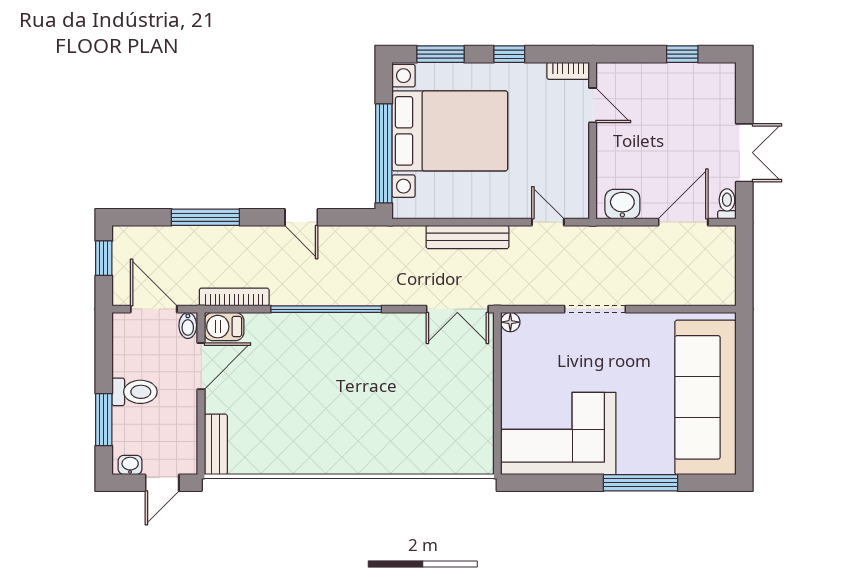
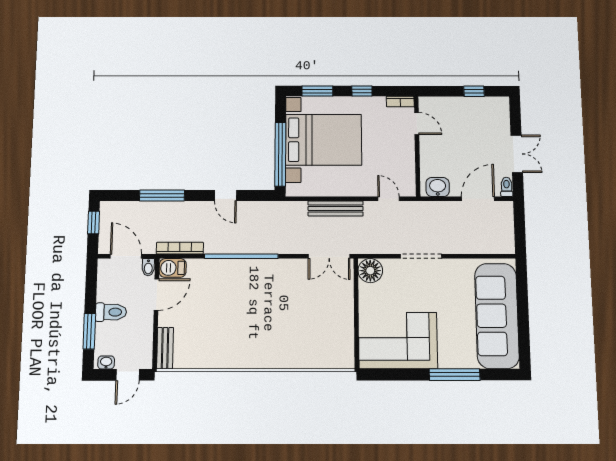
floor lamp: (510, 322) -> (370, 271), width x1.89, depth x1.89

